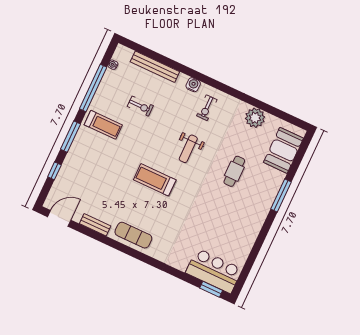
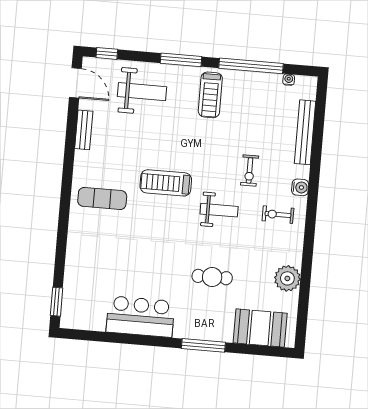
exercise bike: (140, 106) -> (250, 171), moved
weight bench: (188, 149) -> (219, 210), turned 180
window: (54, 171) -> (107, 53), moved
weight bench: (83, 173) -> (142, 92), added
treadmill: (155, 180) -> (166, 183), turned -90
exercise mat: (133, 235) -> (102, 198), moved, turned 90
bar counter: (214, 271) -> (140, 317), moved, turned -90

